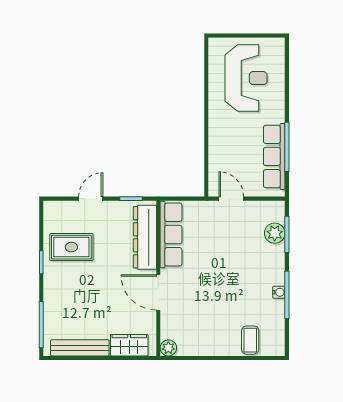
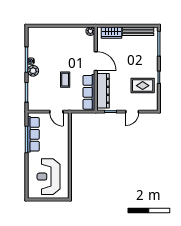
plant: (275, 233) -> (33, 71), moved
coffee table: (250, 340) -> (65, 80), moved

